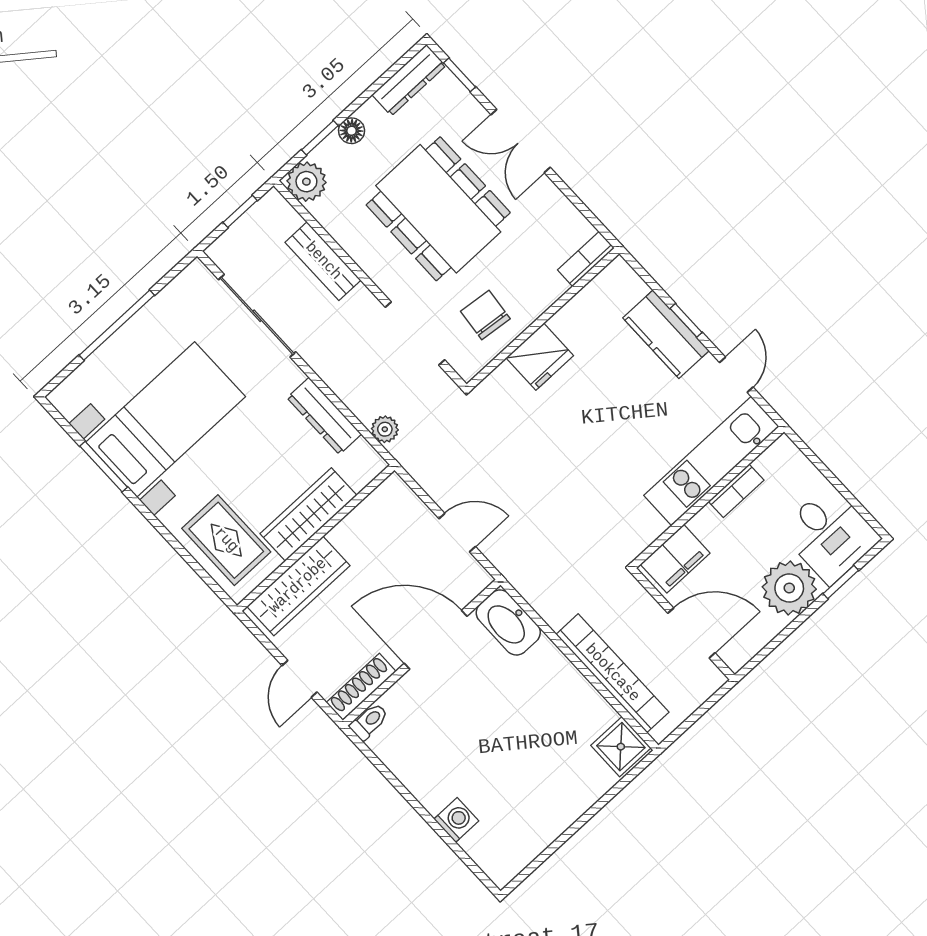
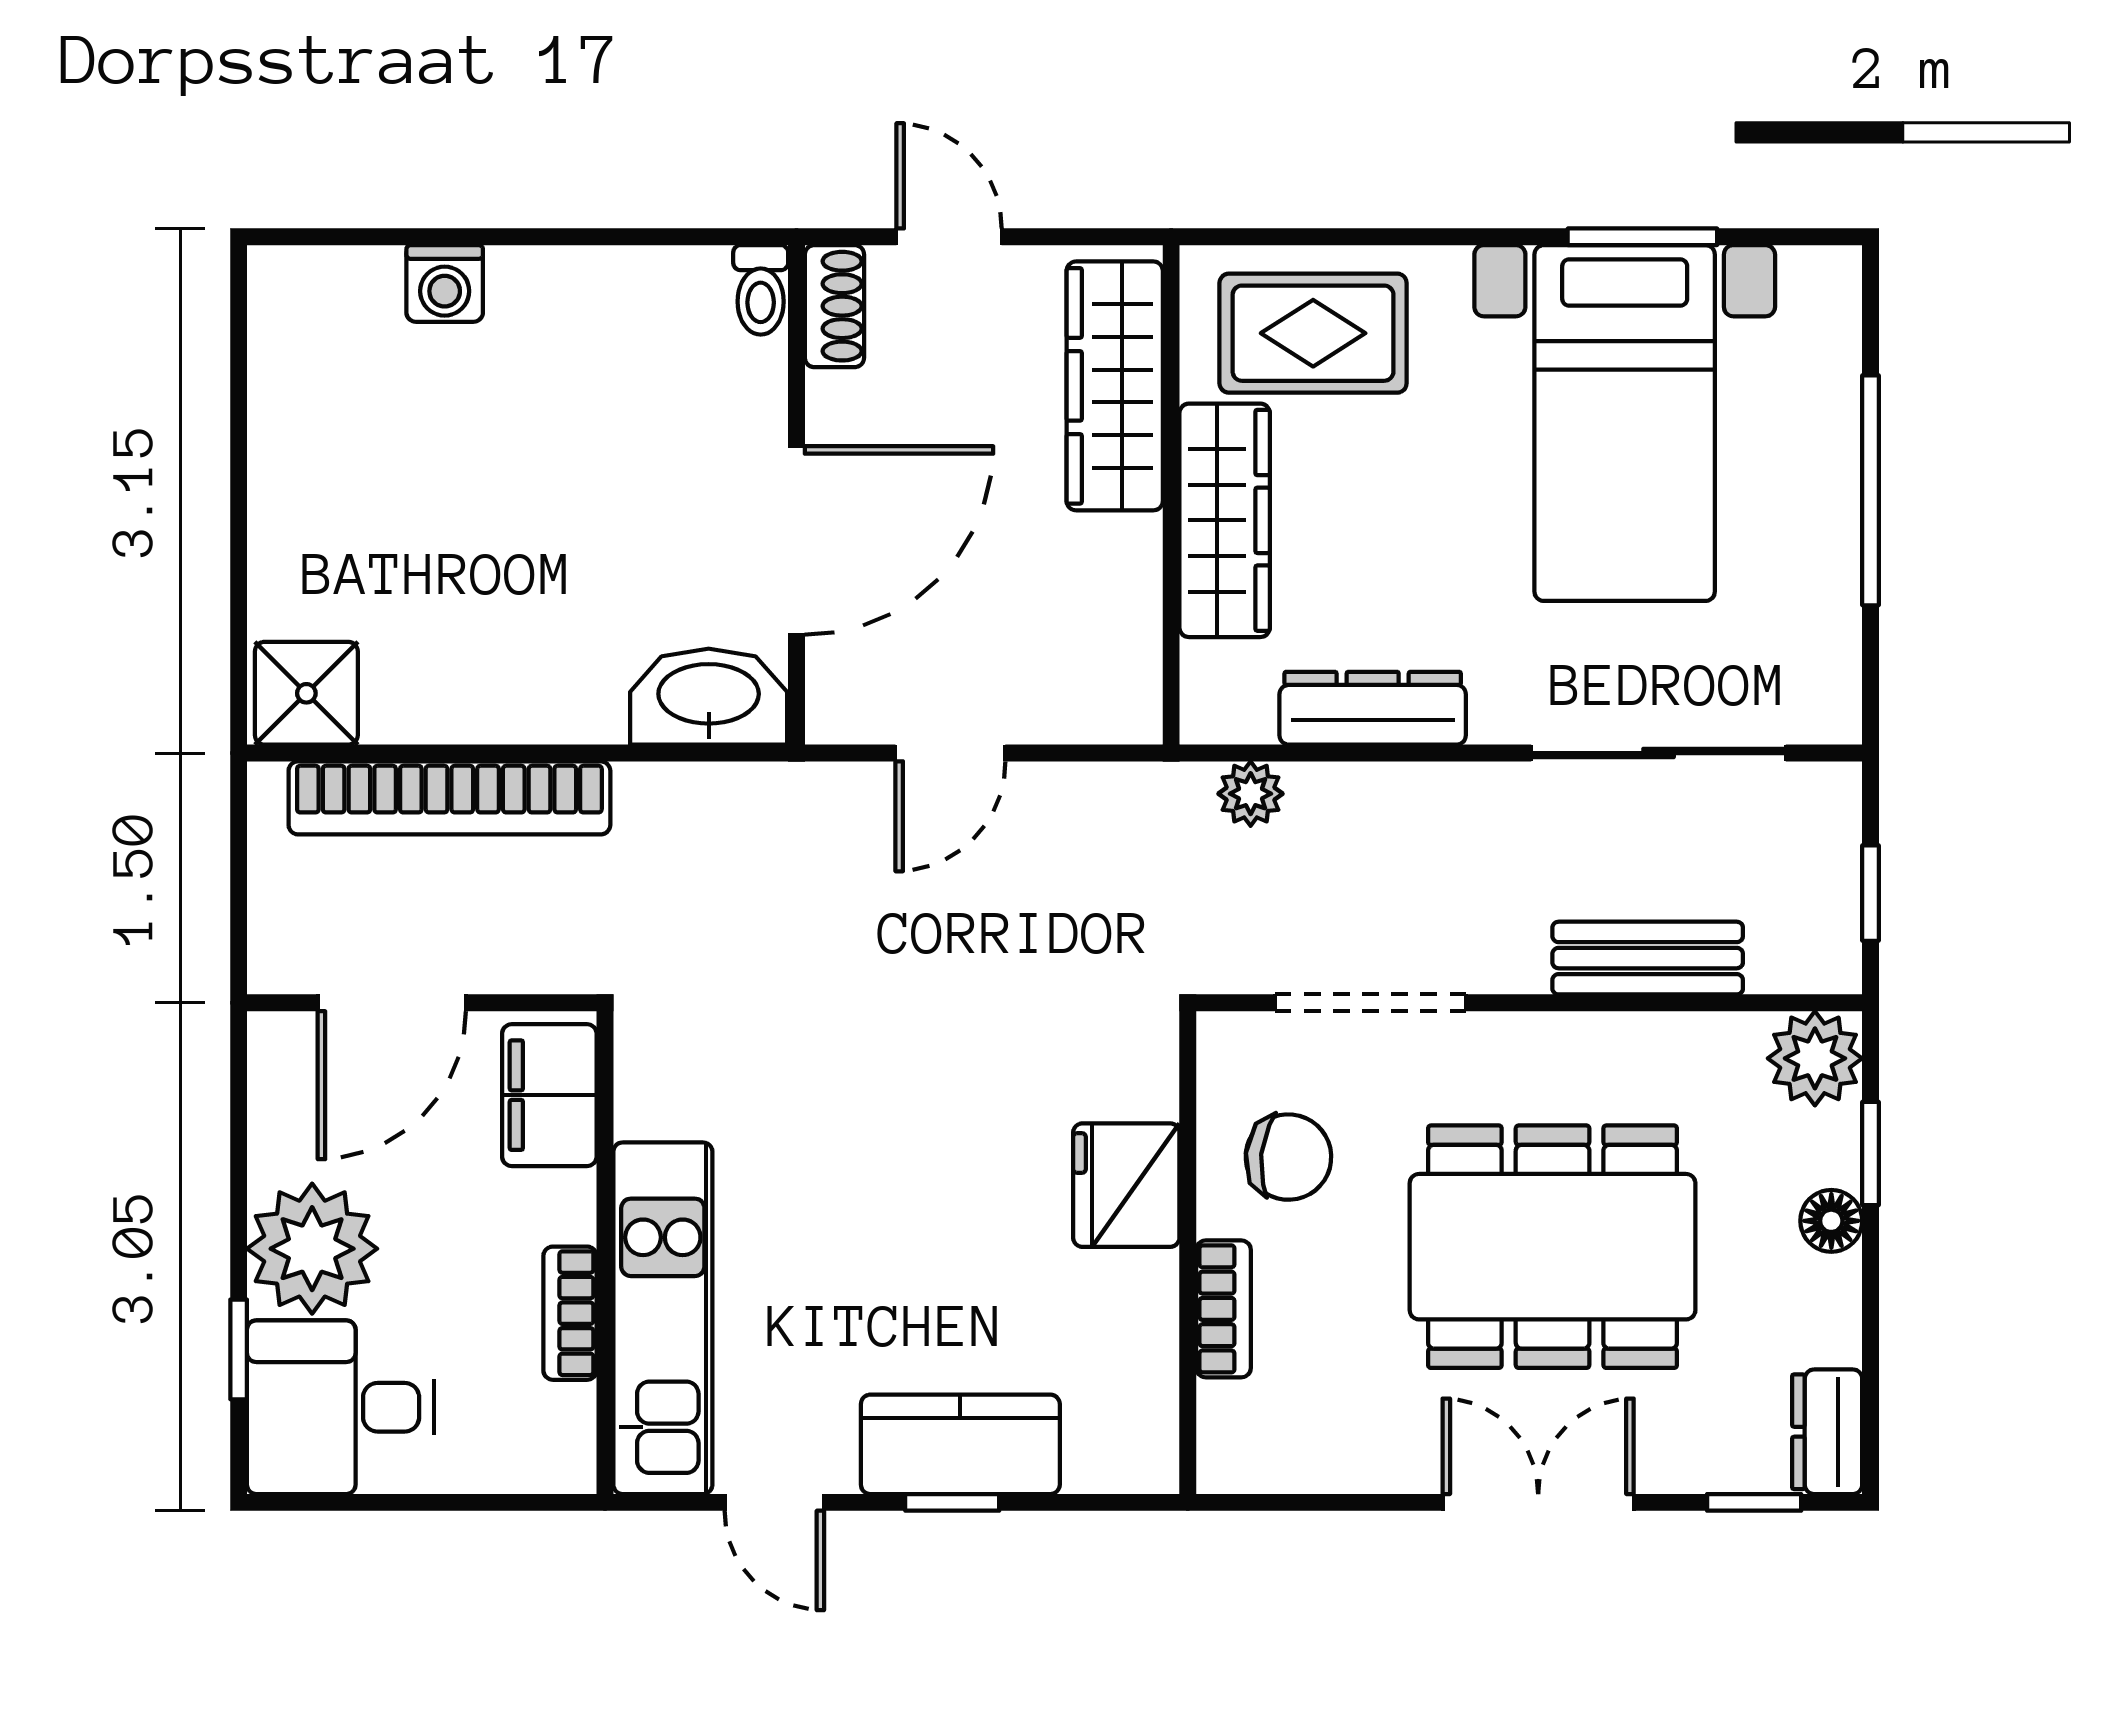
dresser: (409, 80) -> (1827, 1432), width x0.70
bookcase: (586, 259) -> (1223, 1309), moved
shoe rack: (361, 687) -> (834, 306), width x0.70

